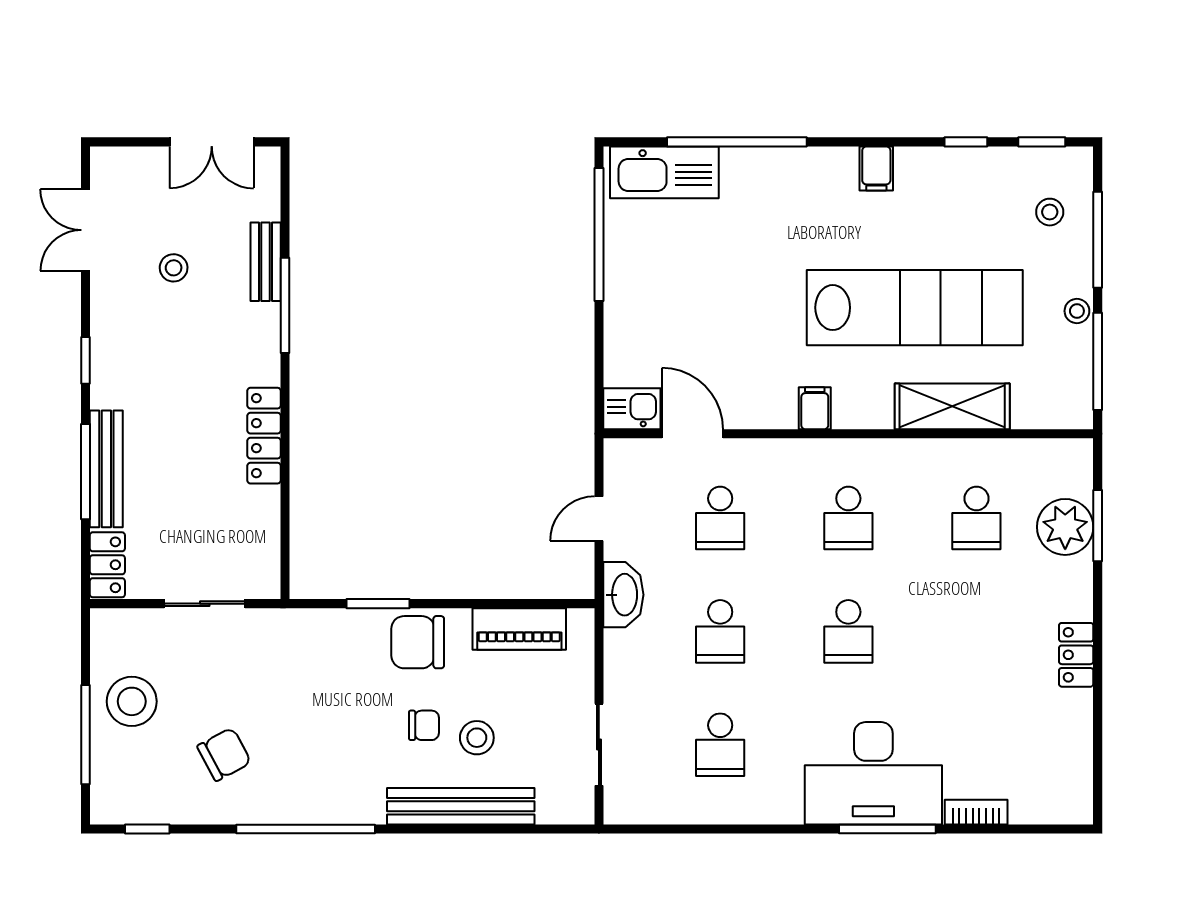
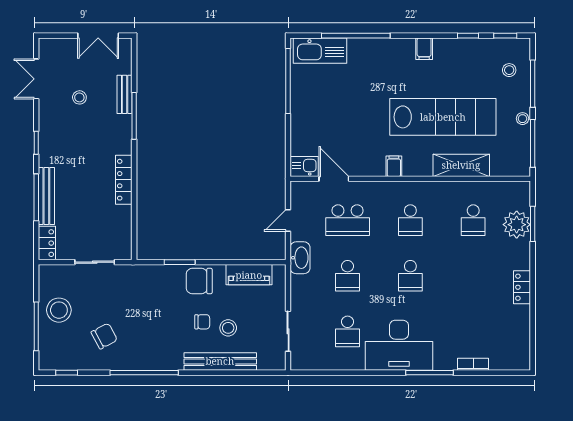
school desk: (720, 518) -> (348, 220), width x1.85
desk: (873, 773) -> (399, 345), moved

